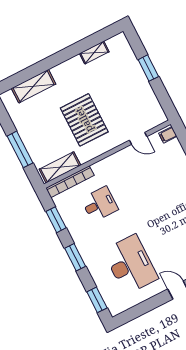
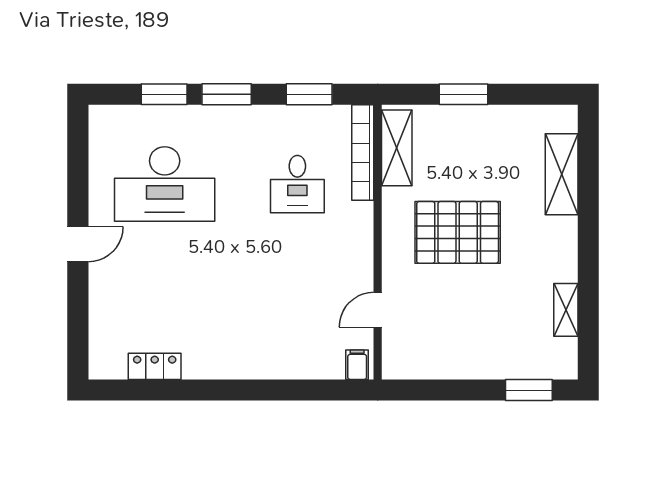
window: (148, 68) -> (529, 390), moved
window: (20, 149) -> (464, 94), width x0.69
window: (97, 300) -> (164, 94), moved

